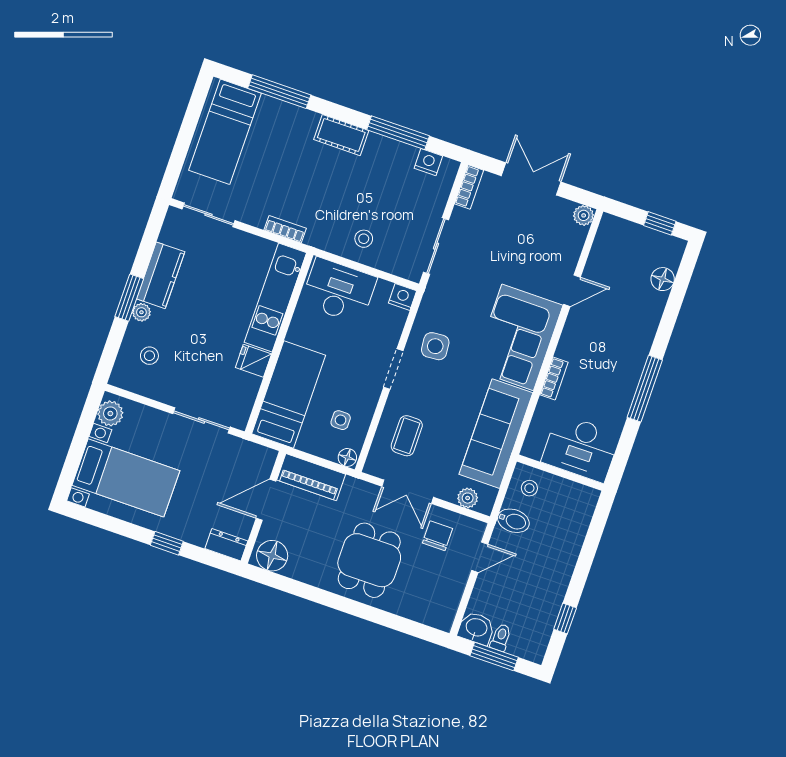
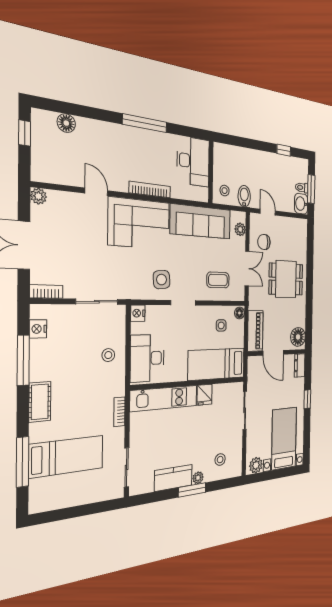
bed: (225, 132) -> (67, 456), moved
bookcase: (554, 378) -> (150, 190), width x1.56

